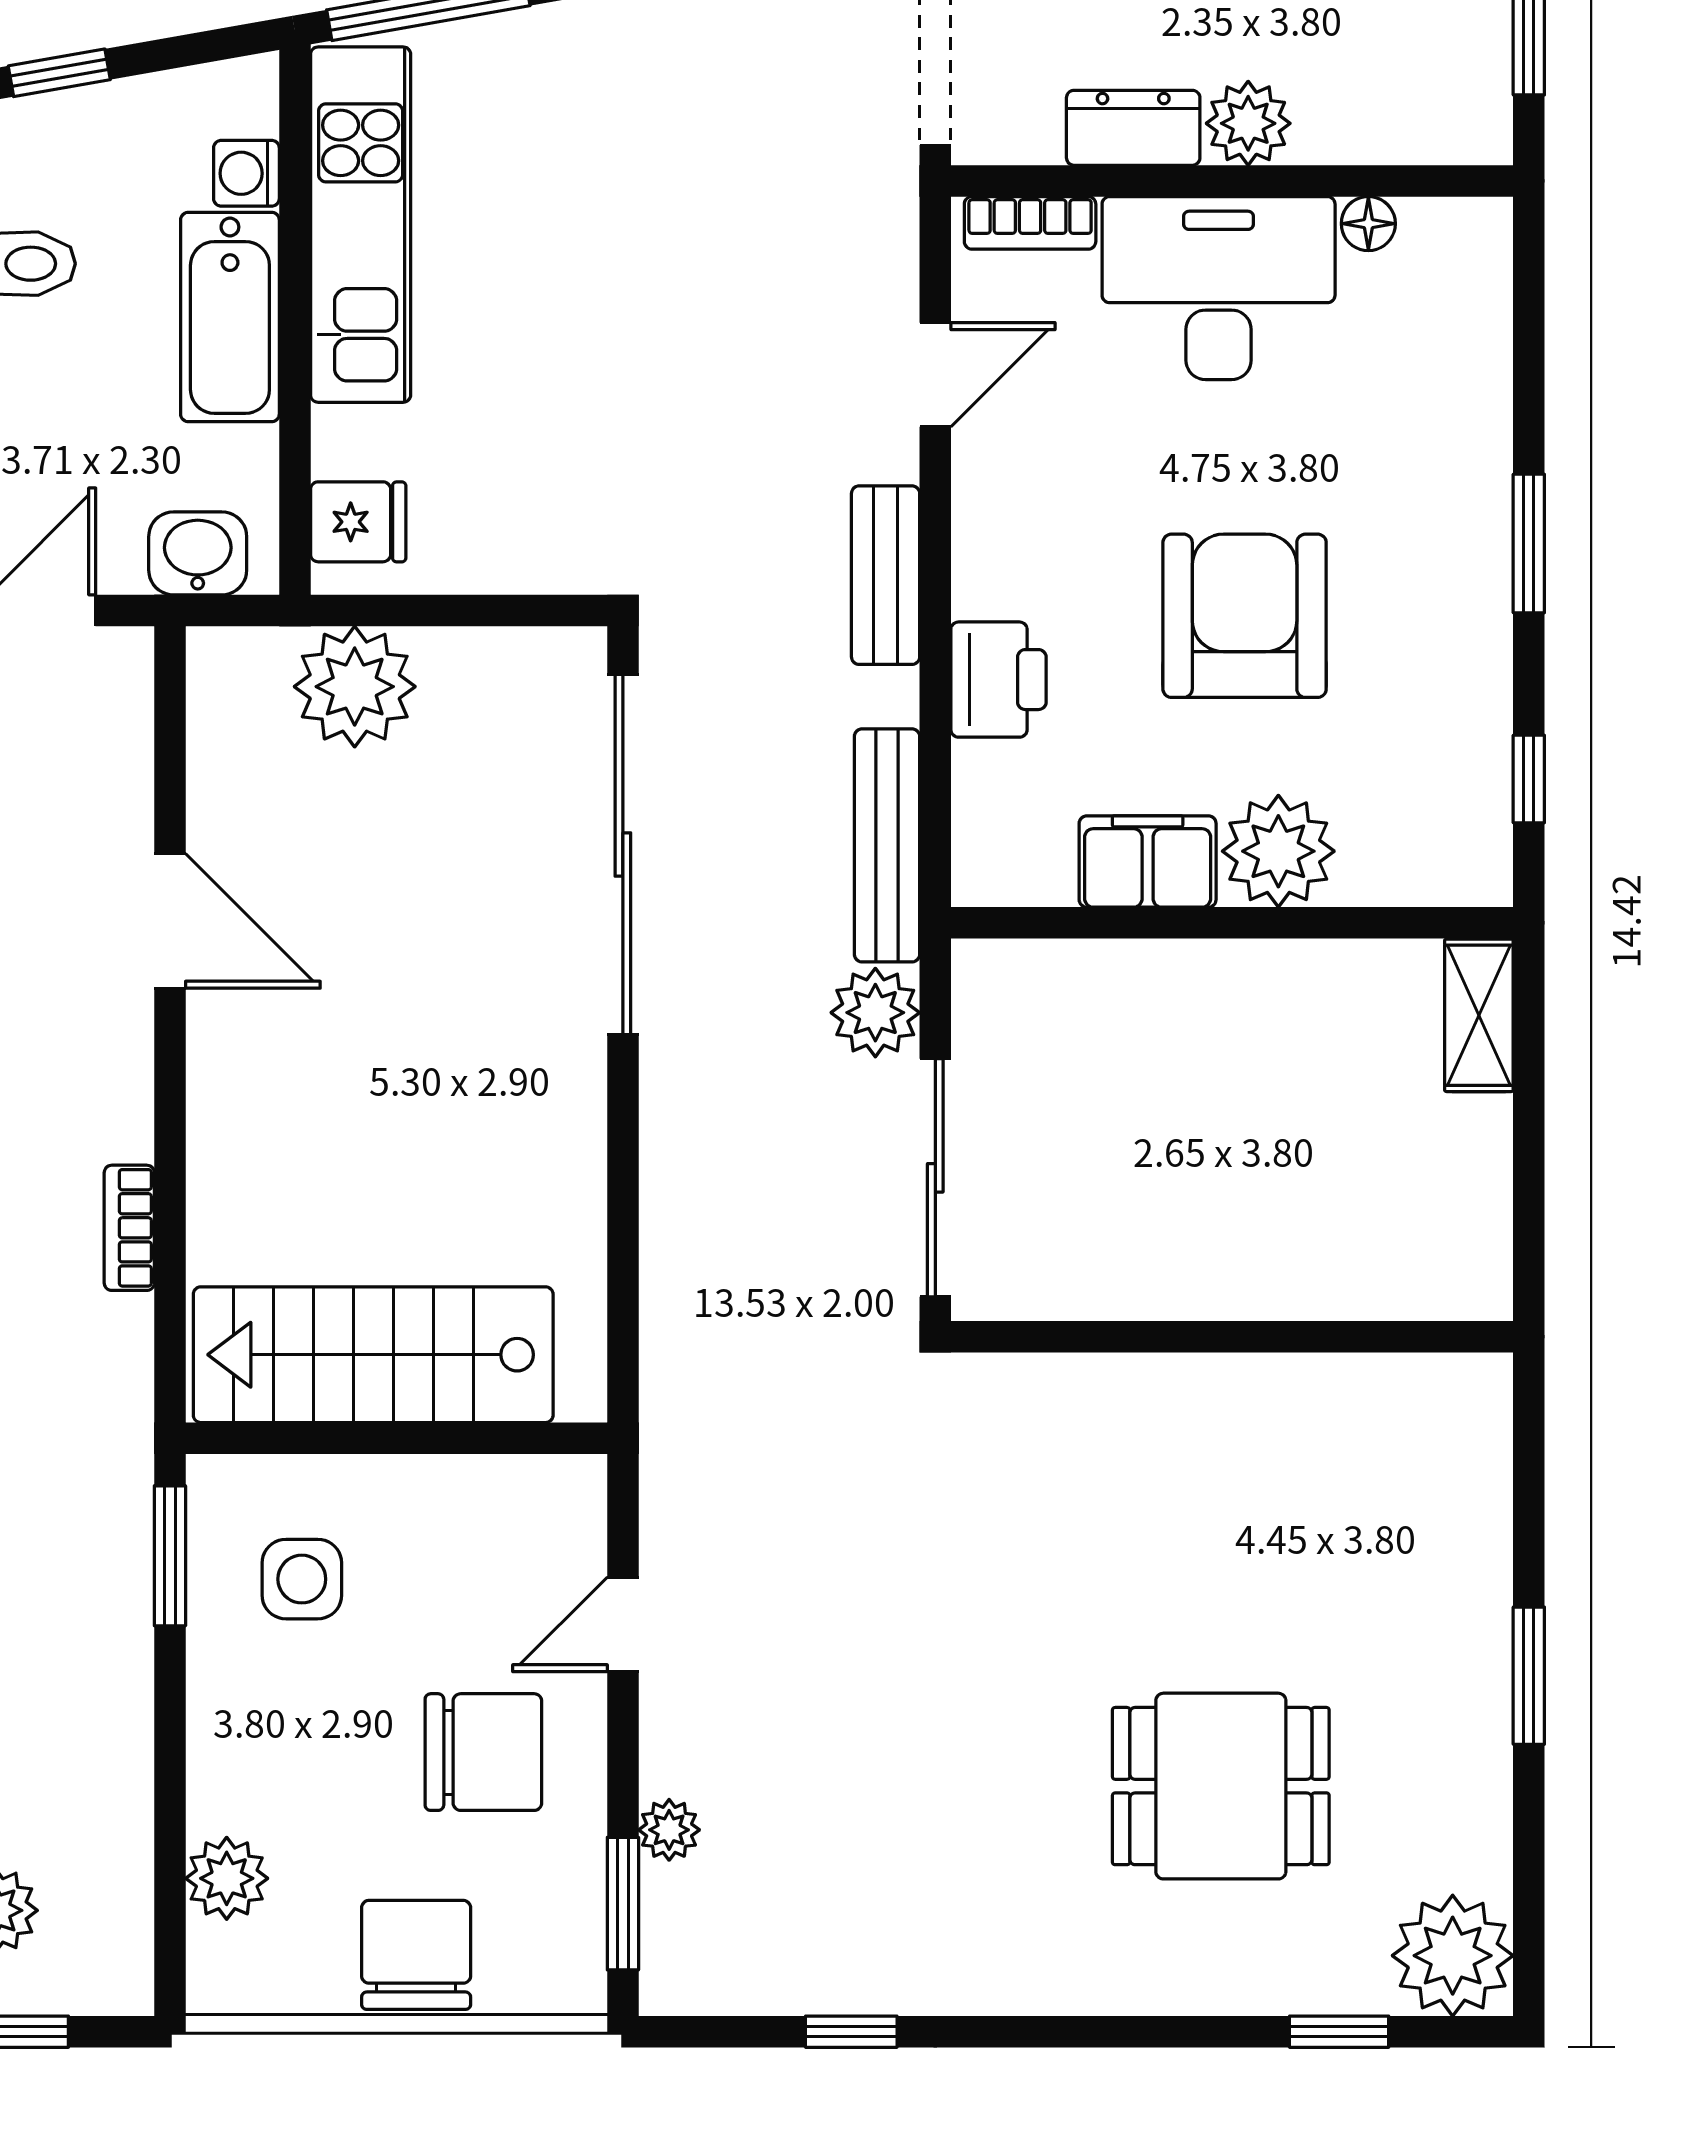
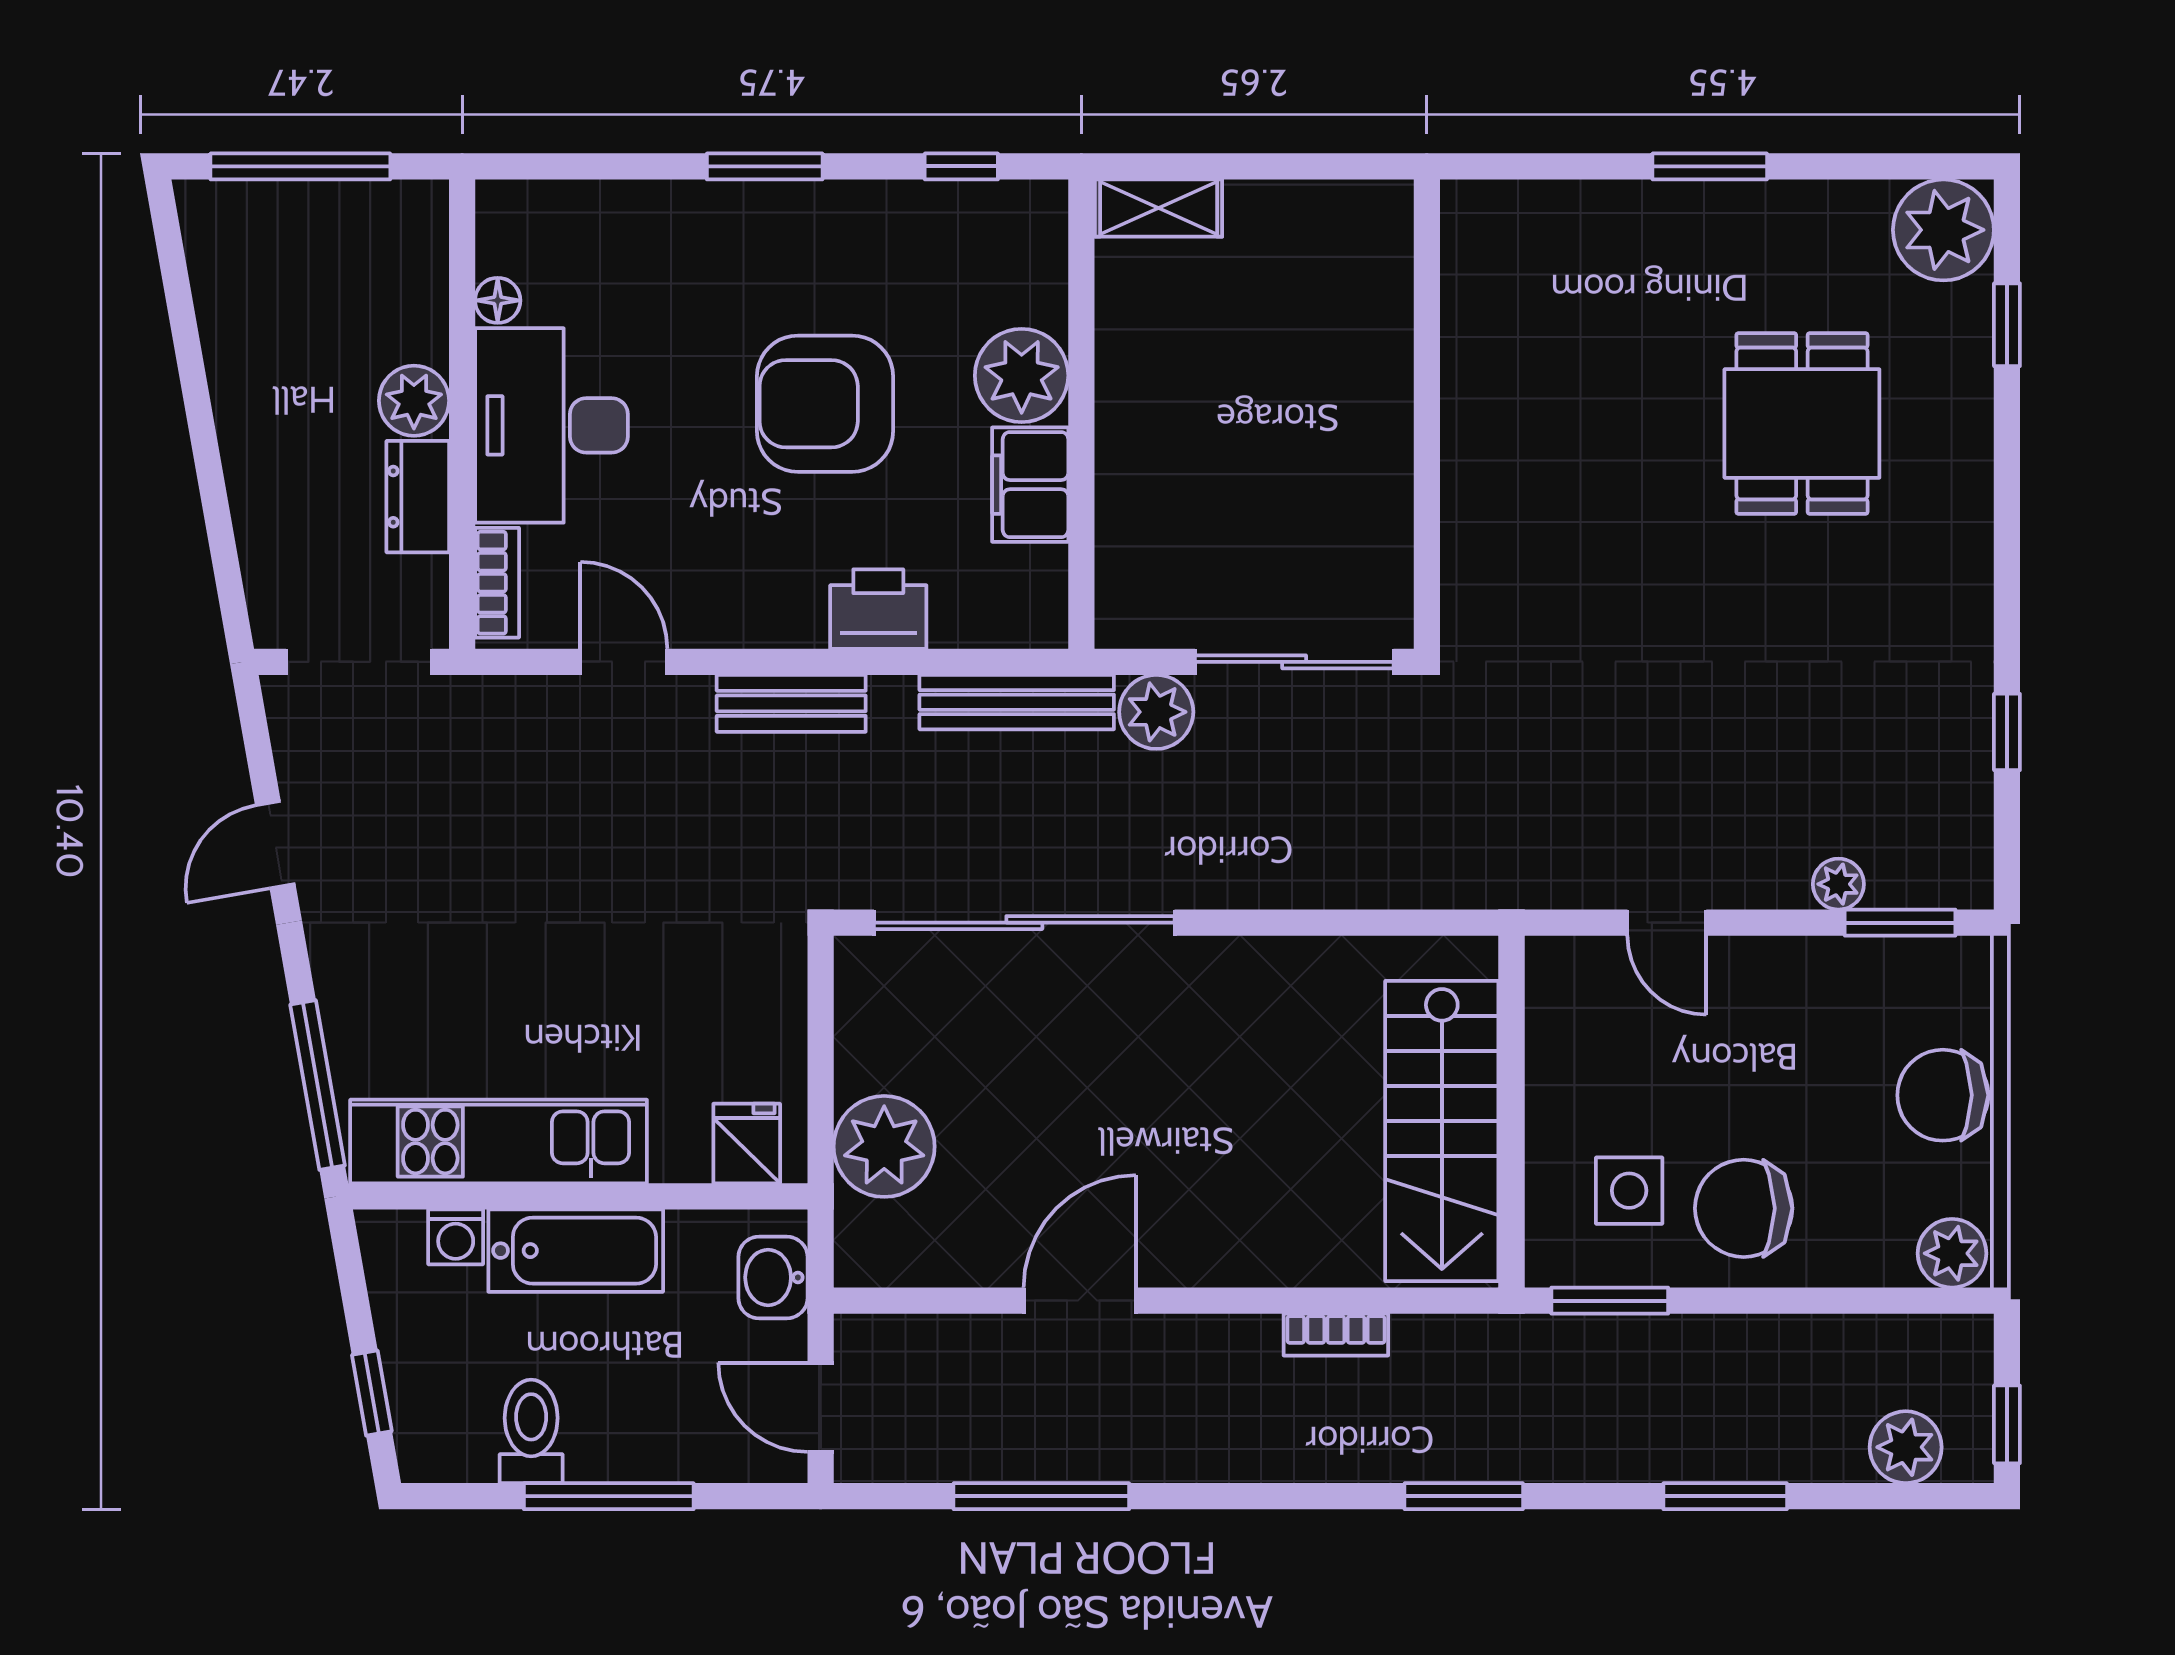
chair: (483, 1752) -> (1744, 1208), moved, turned -90
plant: (227, 1878) -> (1952, 1253), moved

